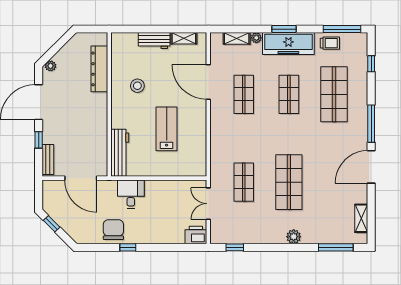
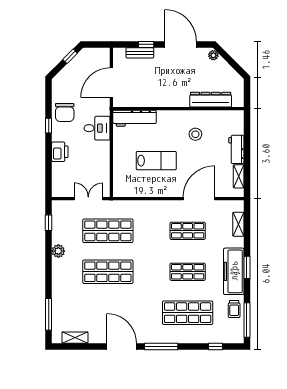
plant: (256, 38) -> (239, 242), removed
bench: (48, 159) -> (140, 53), moved
shop shelf: (244, 182) -> (108, 231), width x1.43, depth x1.36
chair: (113, 230) -> (65, 112), turned 90
printer: (196, 235) -> (60, 152), moved
plant: (294, 237) -> (58, 251), moved

